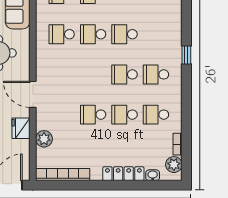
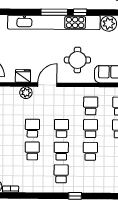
school desk: (156, 115) -> (61, 128), moved
plant: (44, 139) -> (26, 93), moved

